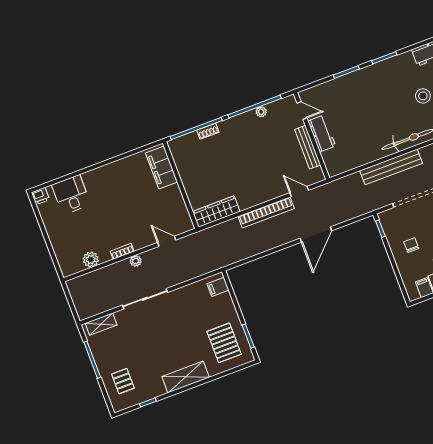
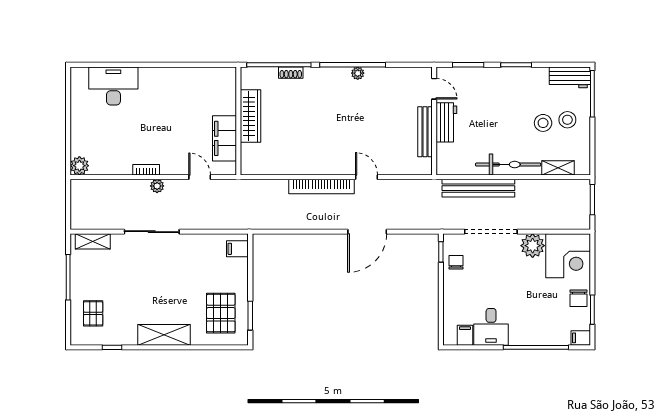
door: (302, 110) -> (434, 89), moved
workbench: (322, 133) -> (446, 122), moved
wall: (312, 136) -> (434, 121), moved
bench: (308, 147) -> (425, 132), moved
filing cabinet: (161, 168) -> (224, 138), moved
desk: (71, 195) -> (113, 86), width x1.37
printer: (40, 196) -> (79, 75), removed
wardrobe: (216, 212) -> (251, 116), moved, turned 90
chair: (411, 245) -> (456, 262), moved
plant: (91, 260) -> (79, 166), moved

